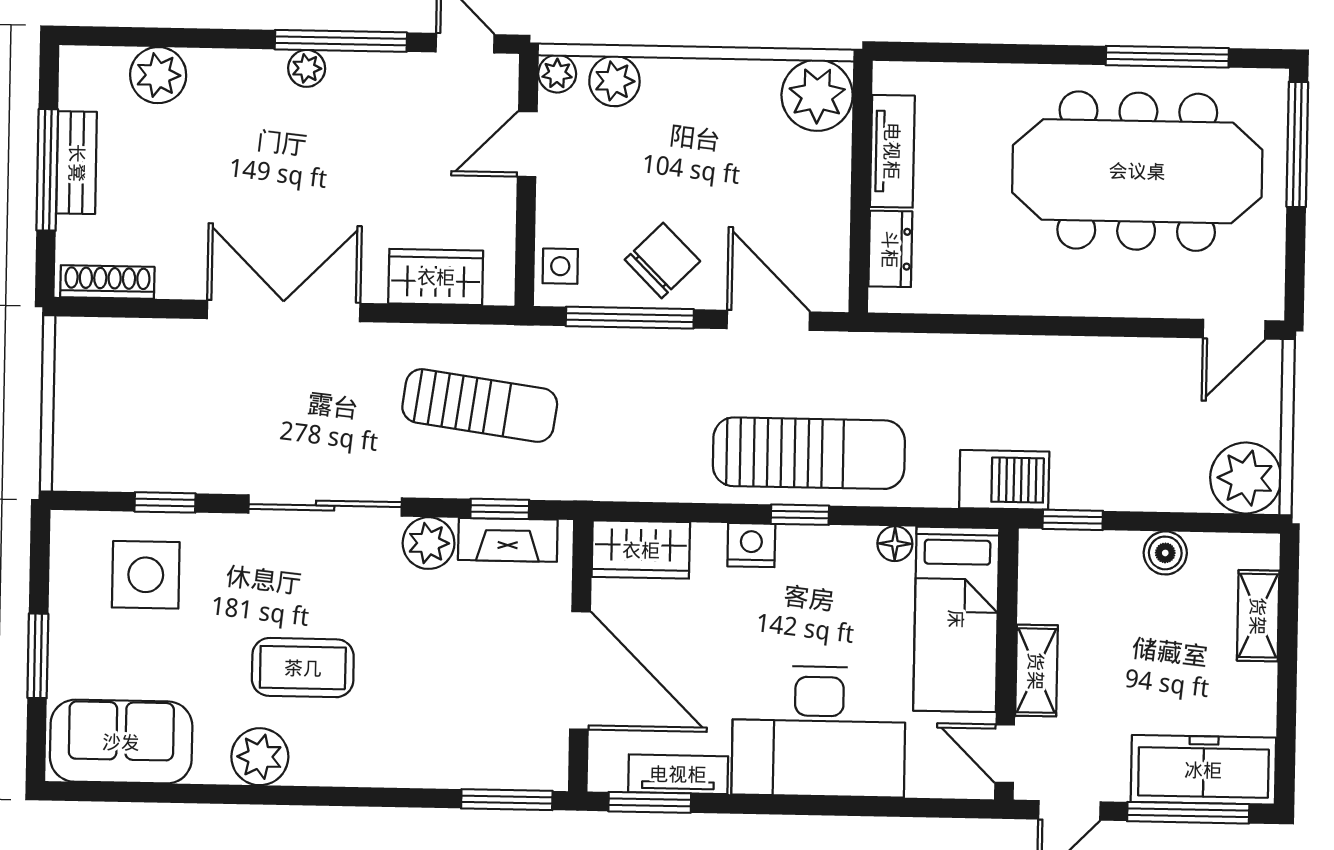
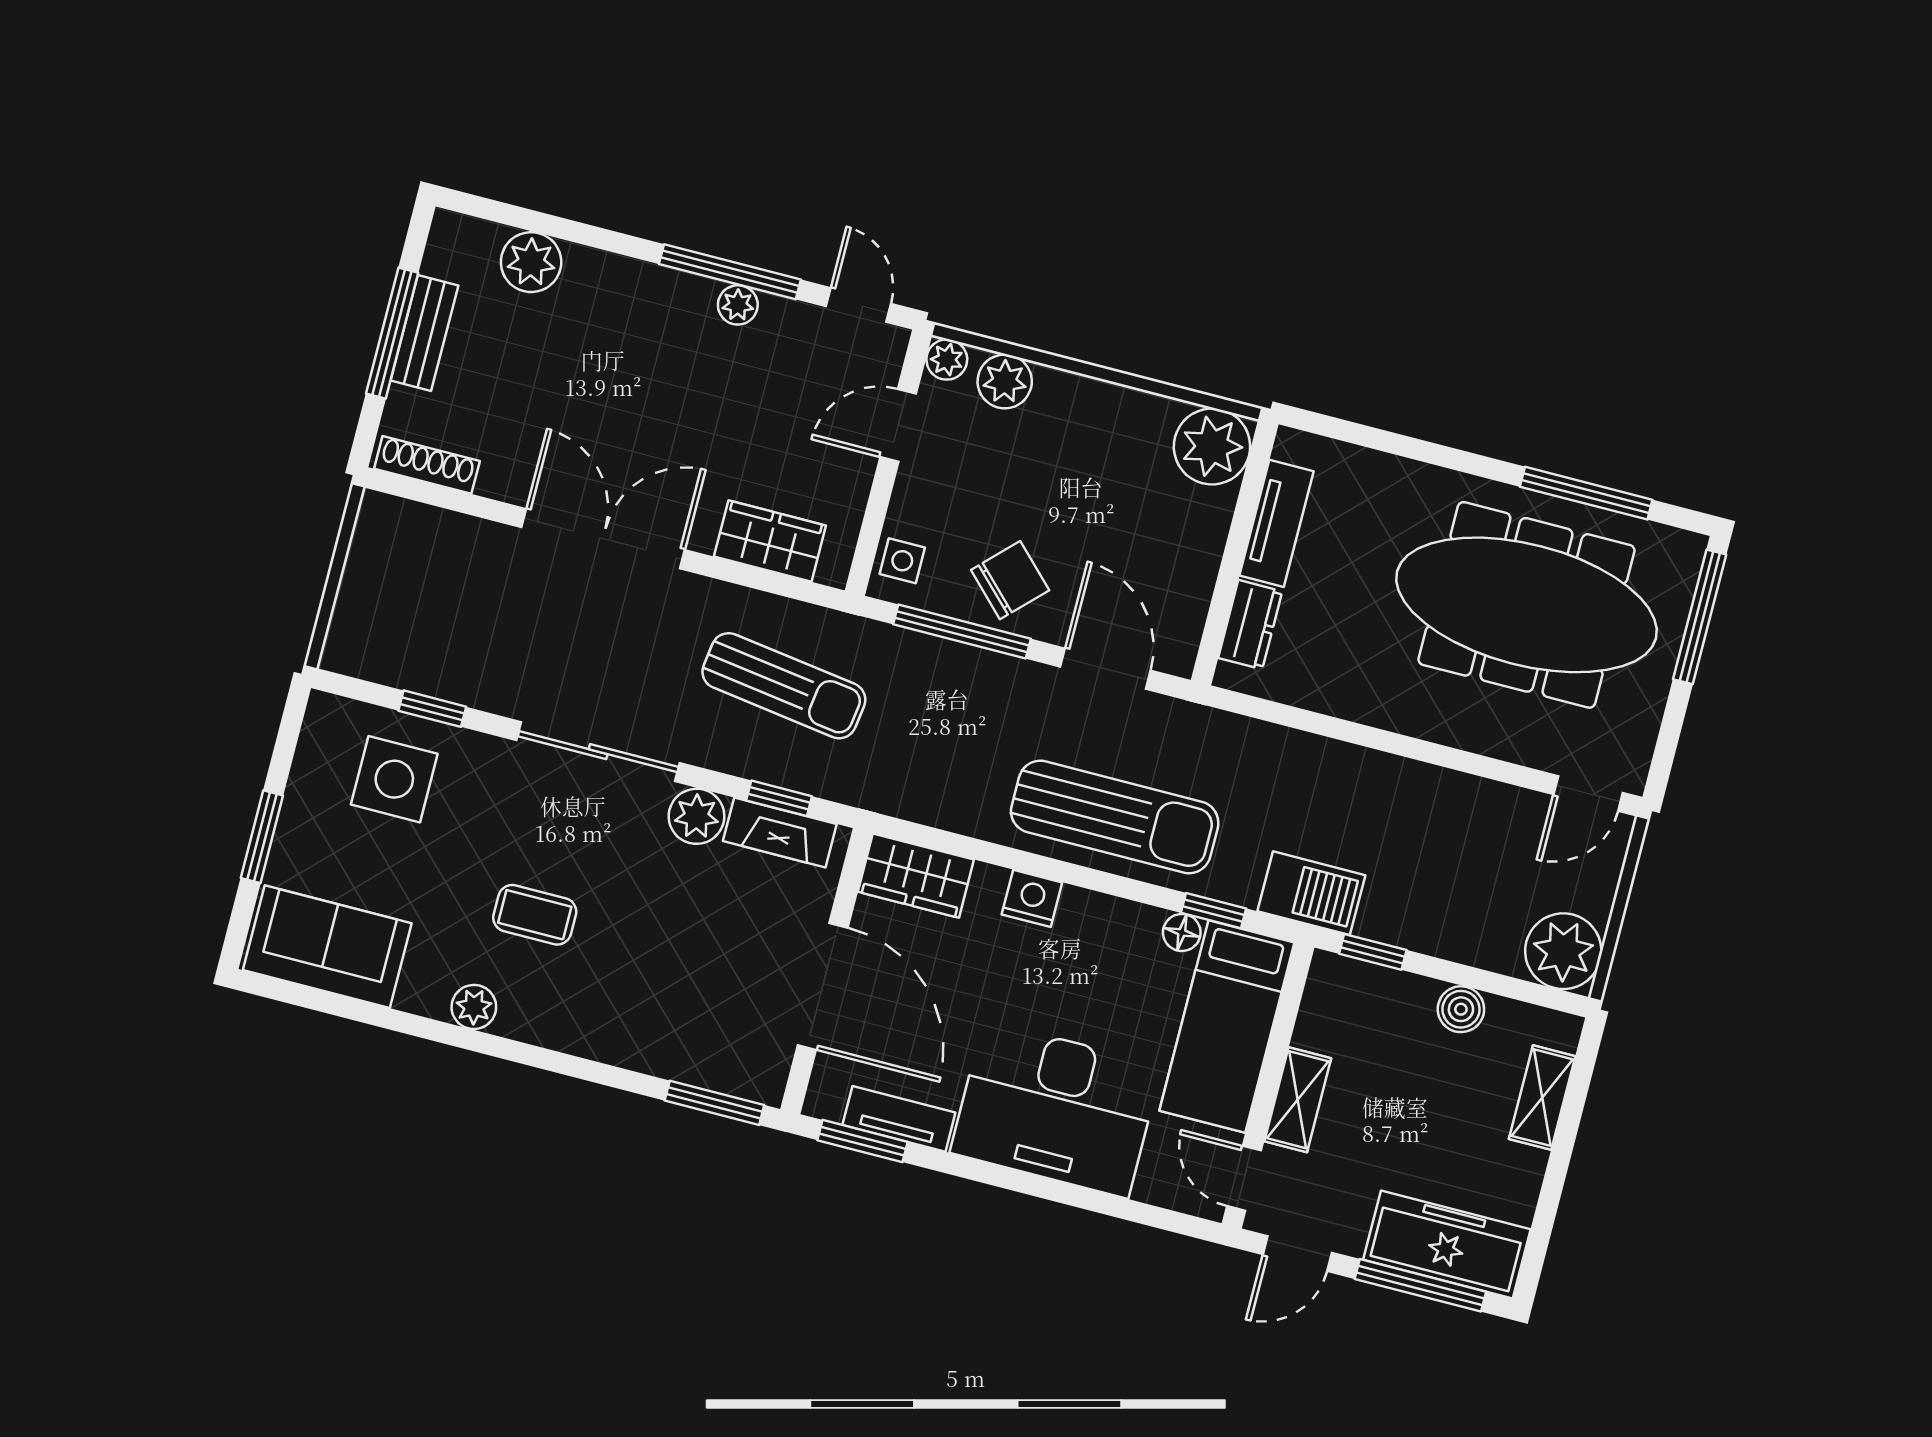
plant: (307, 68) -> (738, 305), moved
window: (800, 515) -> (1213, 911), moved
coffee table: (303, 668) -> (535, 915), width x0.73, depth x0.77
plant: (260, 757) -> (474, 1007), width x0.73, depth x0.73

